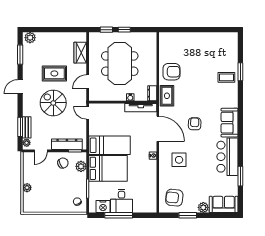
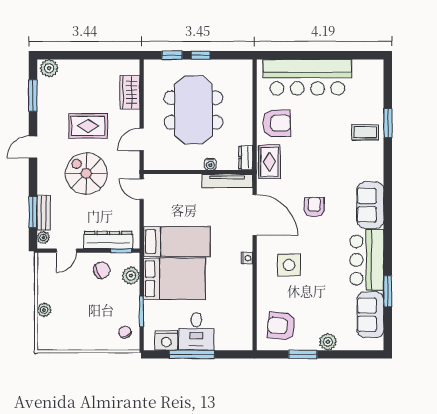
bar counter: (190, 43) -> (307, 77), added
sofa: (224, 204) -> (370, 315), moved, turned -90

